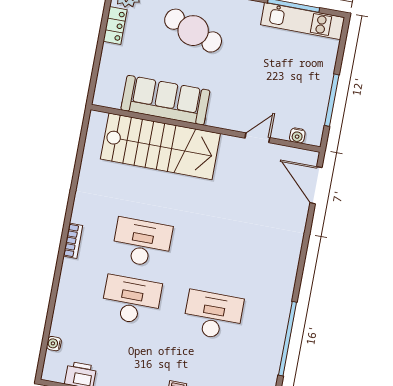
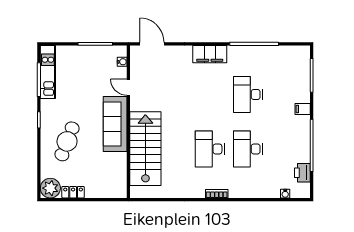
sofa: (165, 100) -> (115, 124), moved
door: (316, 185) -> (152, 44), swing flipped
filing cabinet: (284, 269) -> (210, 54), added

